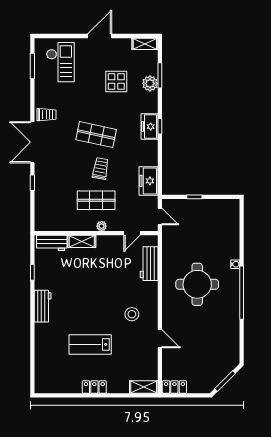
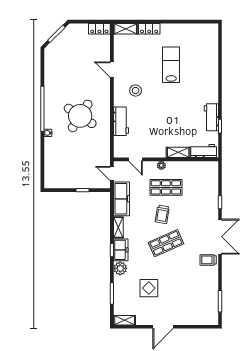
checkout: (60, 62) -> (196, 305), removed
plant: (150, 83) -> (120, 268), moved
shop shelf: (96, 135) -> (166, 243), turned -36
shelving: (152, 153) -> (118, 227), added
freezer: (148, 181) -> (121, 199), width x1.40
door: (132, 233) -> (136, 159), swing flipped
workbench: (149, 264) -> (121, 121), moved
round table: (197, 284) -> (80, 116), turned 33
workbench: (43, 306) -> (211, 117), moved
lab bench: (90, 344) -> (171, 65), turned -90
locker: (94, 387) -> (149, 29), moved

